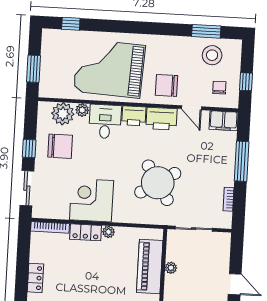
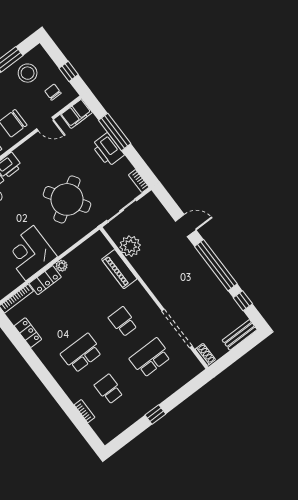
printer: (162, 119) -> (108, 150), moved, turned 90
bookcase: (228, 199) -> (139, 181), moved
piano: (150, 267) -> (119, 269), width x0.73, depth x0.75
plant: (171, 268) -> (130, 246), width x1.87, depth x1.87
locker: (35, 278) -> (28, 333), moved

